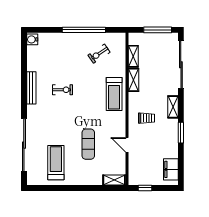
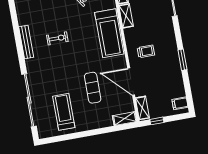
treadmill: (114, 94) -> (109, 33), width x1.37, depth x1.38
shelving: (173, 107) -> (142, 108), moved
door: (127, 145) -> (131, 82), width x1.88
filing cabinet: (171, 169) -> (180, 103), width x0.50

